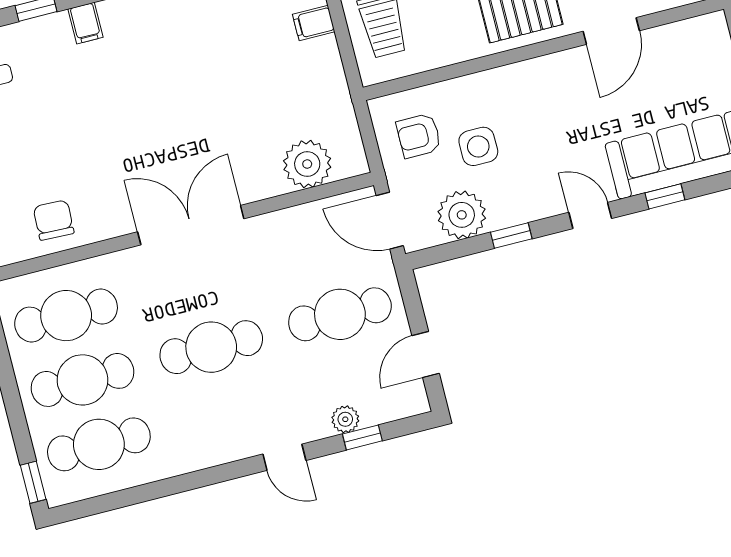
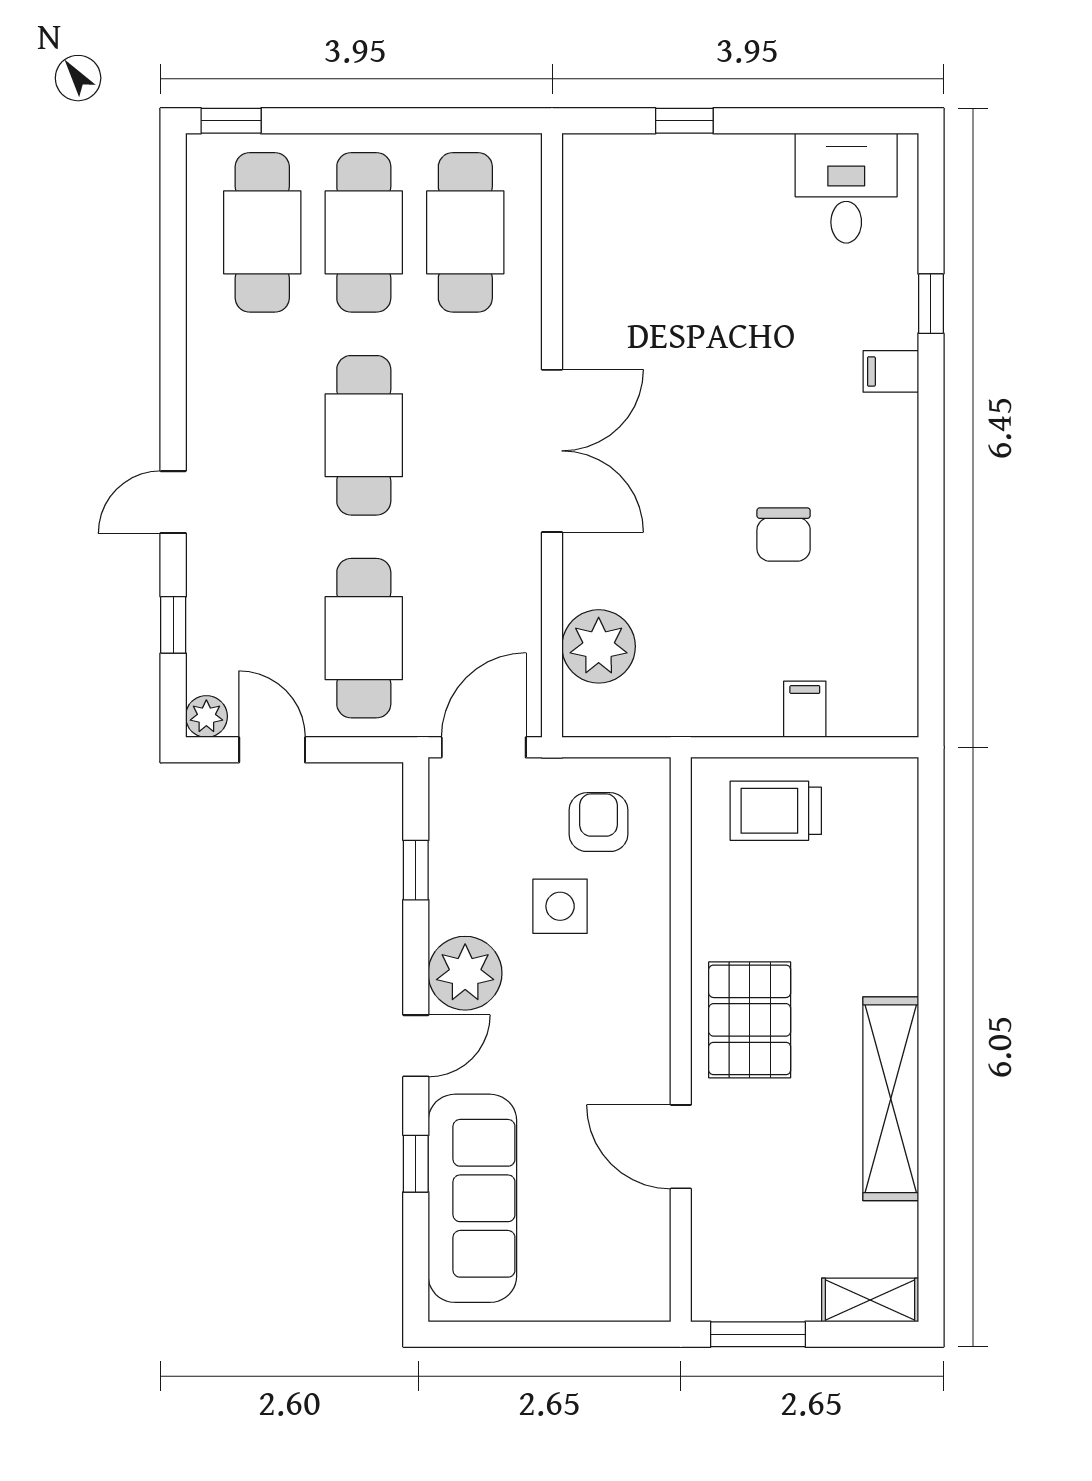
plant: (462, 215) -> (465, 973), moved
chair: (54, 220) -> (784, 534), moved, turned 88
window: (511, 236) -> (416, 870), moved
plant: (345, 419) -> (206, 716), moved

